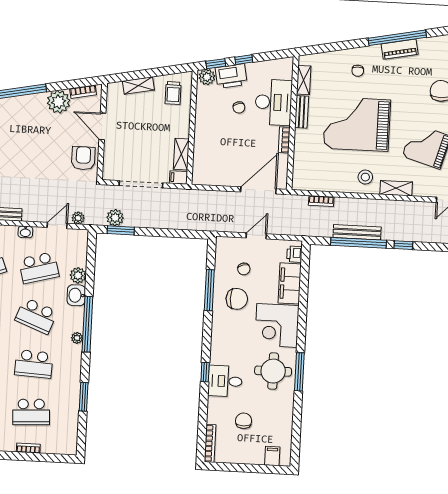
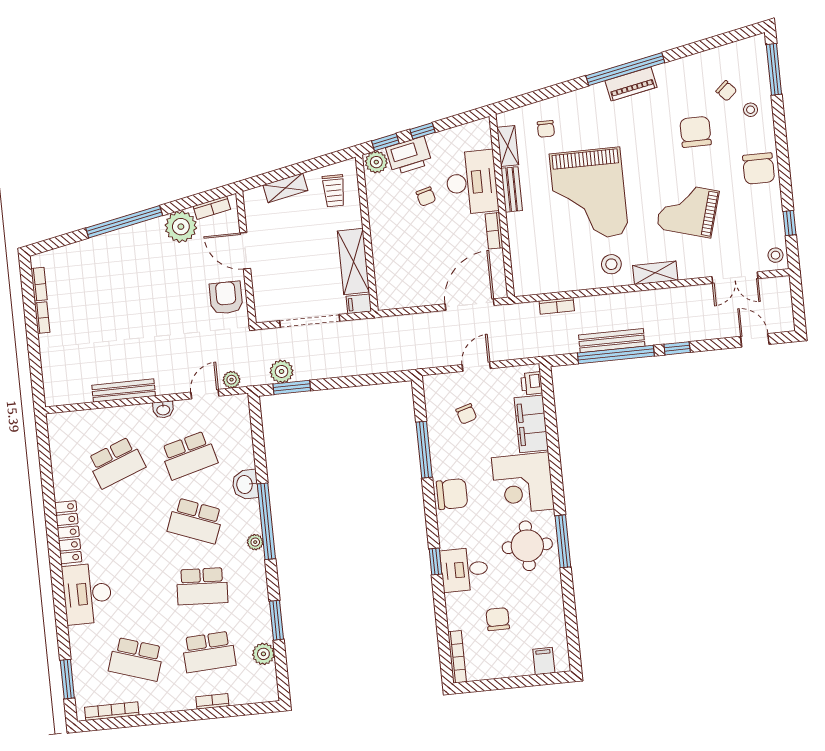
chair: (358, 71) -> (546, 129), moved
grand piano: (357, 124) -> (589, 194), turned -90
shelving: (181, 154) -> (353, 262), width x1.50, depth x1.33
plant: (78, 275) -> (263, 654), moved
chair: (237, 299) -> (452, 494), moved

